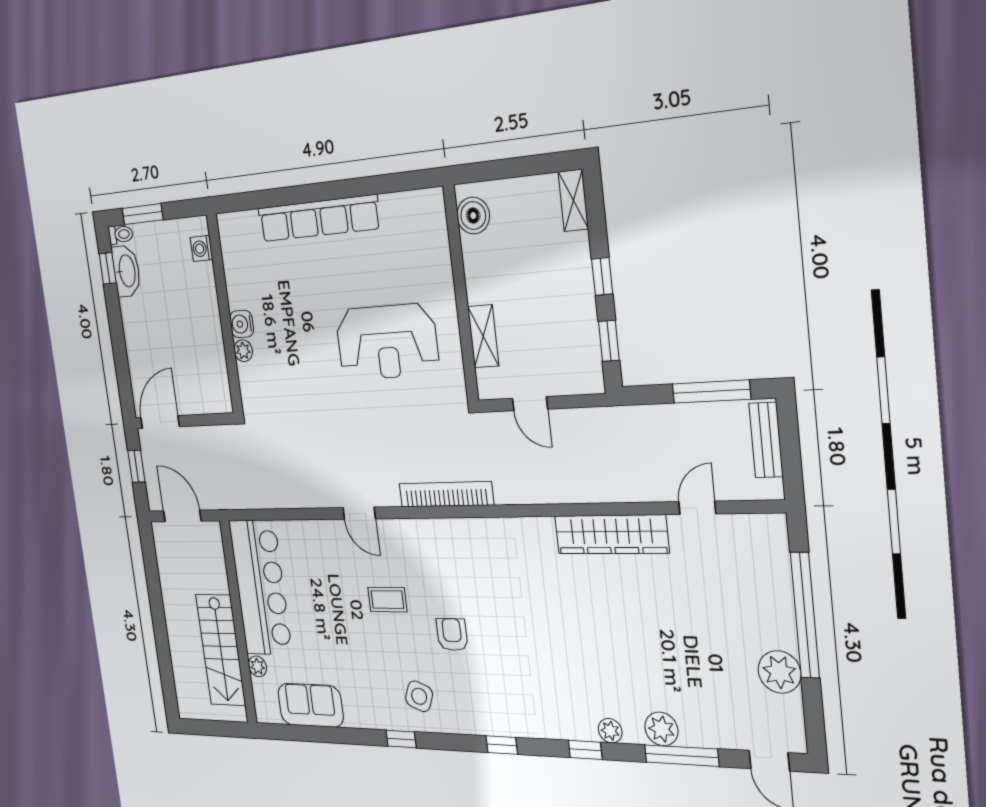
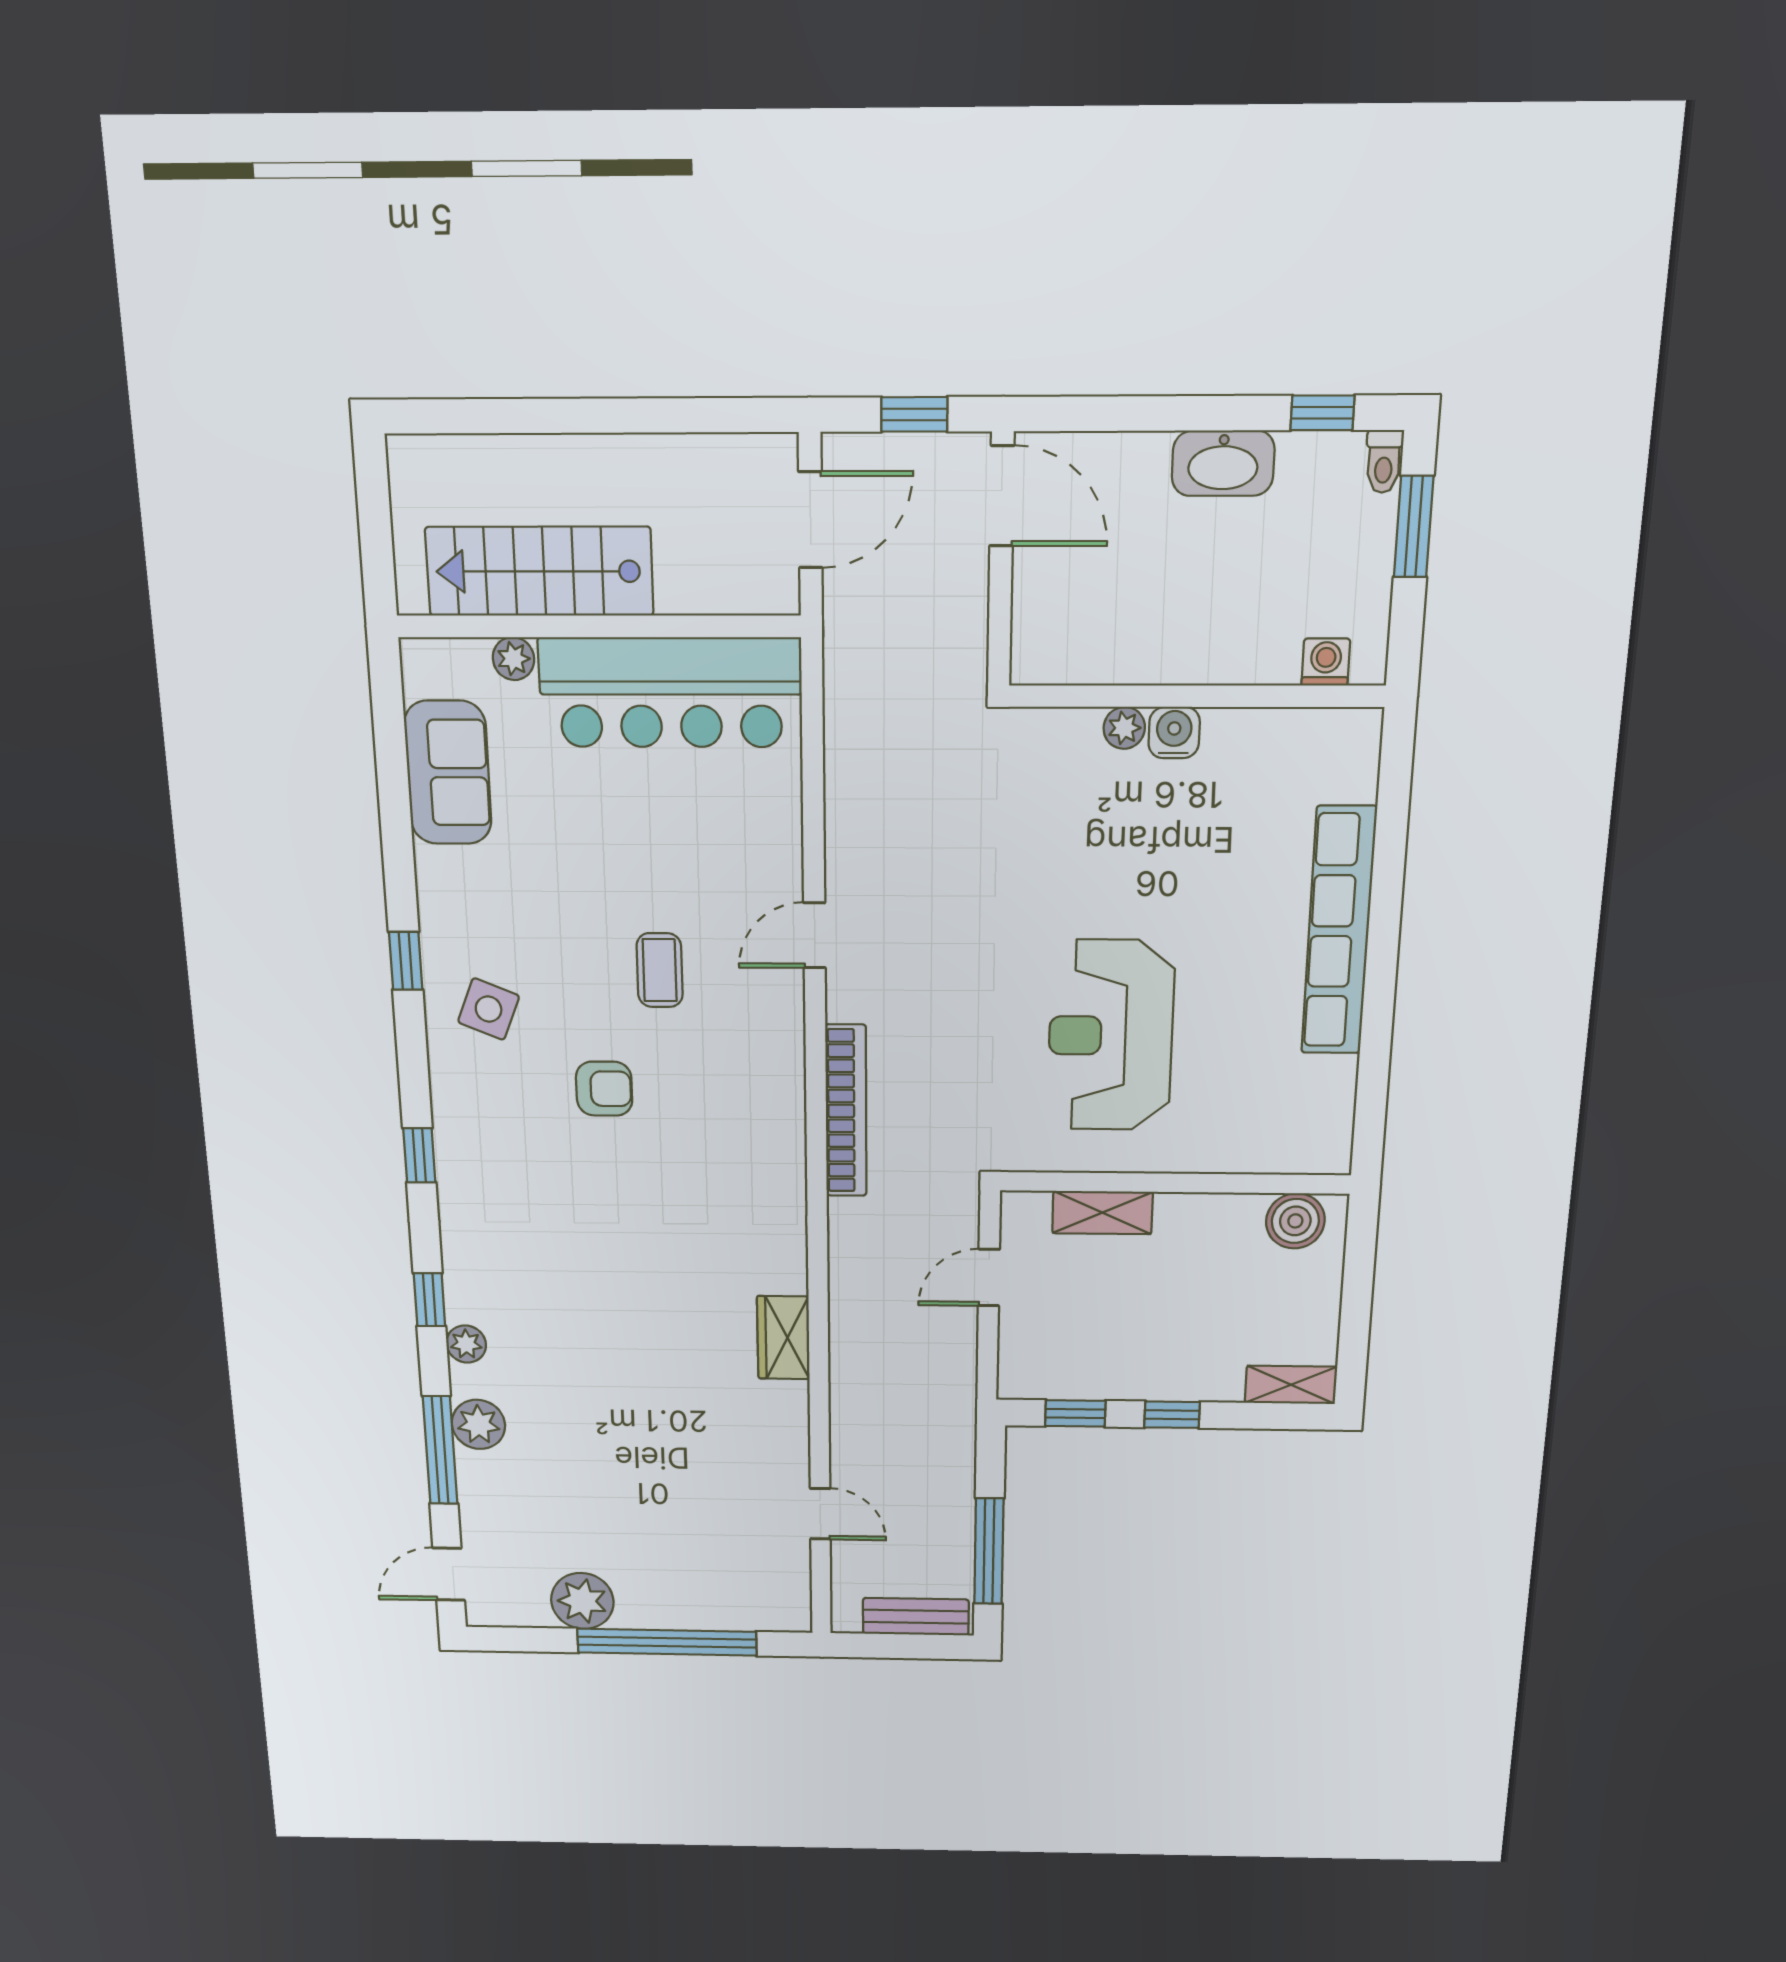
washbasin: (126, 271) -> (1223, 463), moved
wardrobe: (611, 534) -> (783, 1338), width x0.48, depth x0.85

